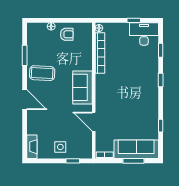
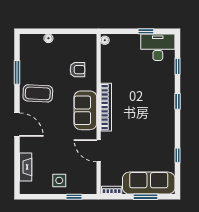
armchair: (67, 34) -> (77, 70), moved
bookcase: (100, 53) -> (106, 107), moved
fireplace: (32, 147) -> (26, 167), moved

